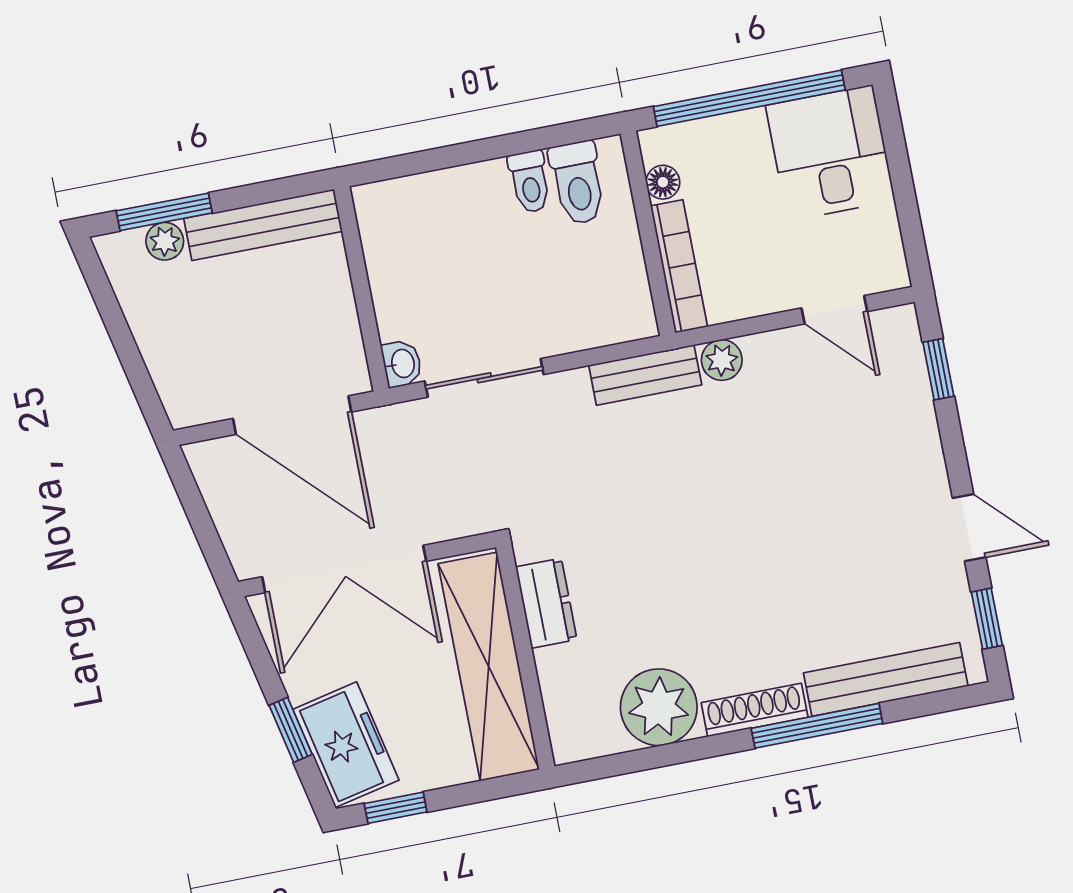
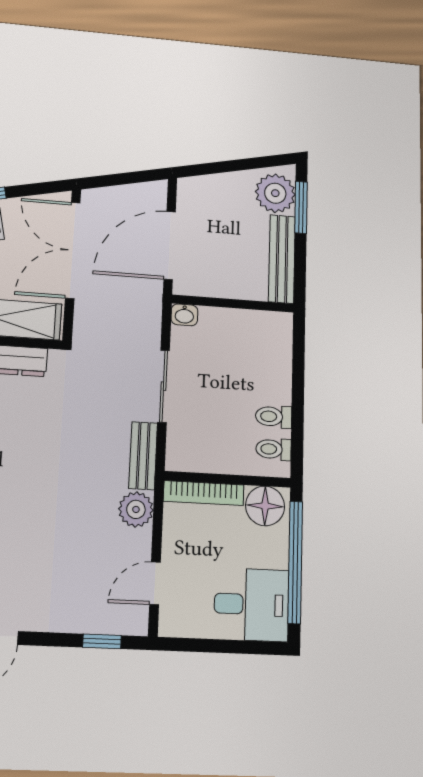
floor lamp: (663, 182) -> (265, 506), width x1.89, depth x1.89
toilet: (578, 183) -> (274, 449), width x0.73, depth x0.72
plant: (165, 241) -> (275, 193), width x1.88, depth x1.88
plant: (722, 360) -> (136, 509), width x1.38, depth x1.38
sliding door: (484, 378) -> (164, 386), moved

